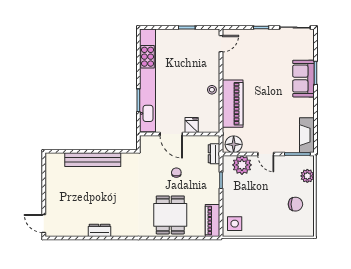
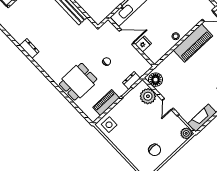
piano: (233, 104) -> (193, 43), moved
door: (171, 134) -> (127, 37), swing flipped
dresser: (214, 154) -> (131, 80), moved
plant: (307, 176) -> (186, 133), moved
piano: (212, 221) -> (106, 103), moved

